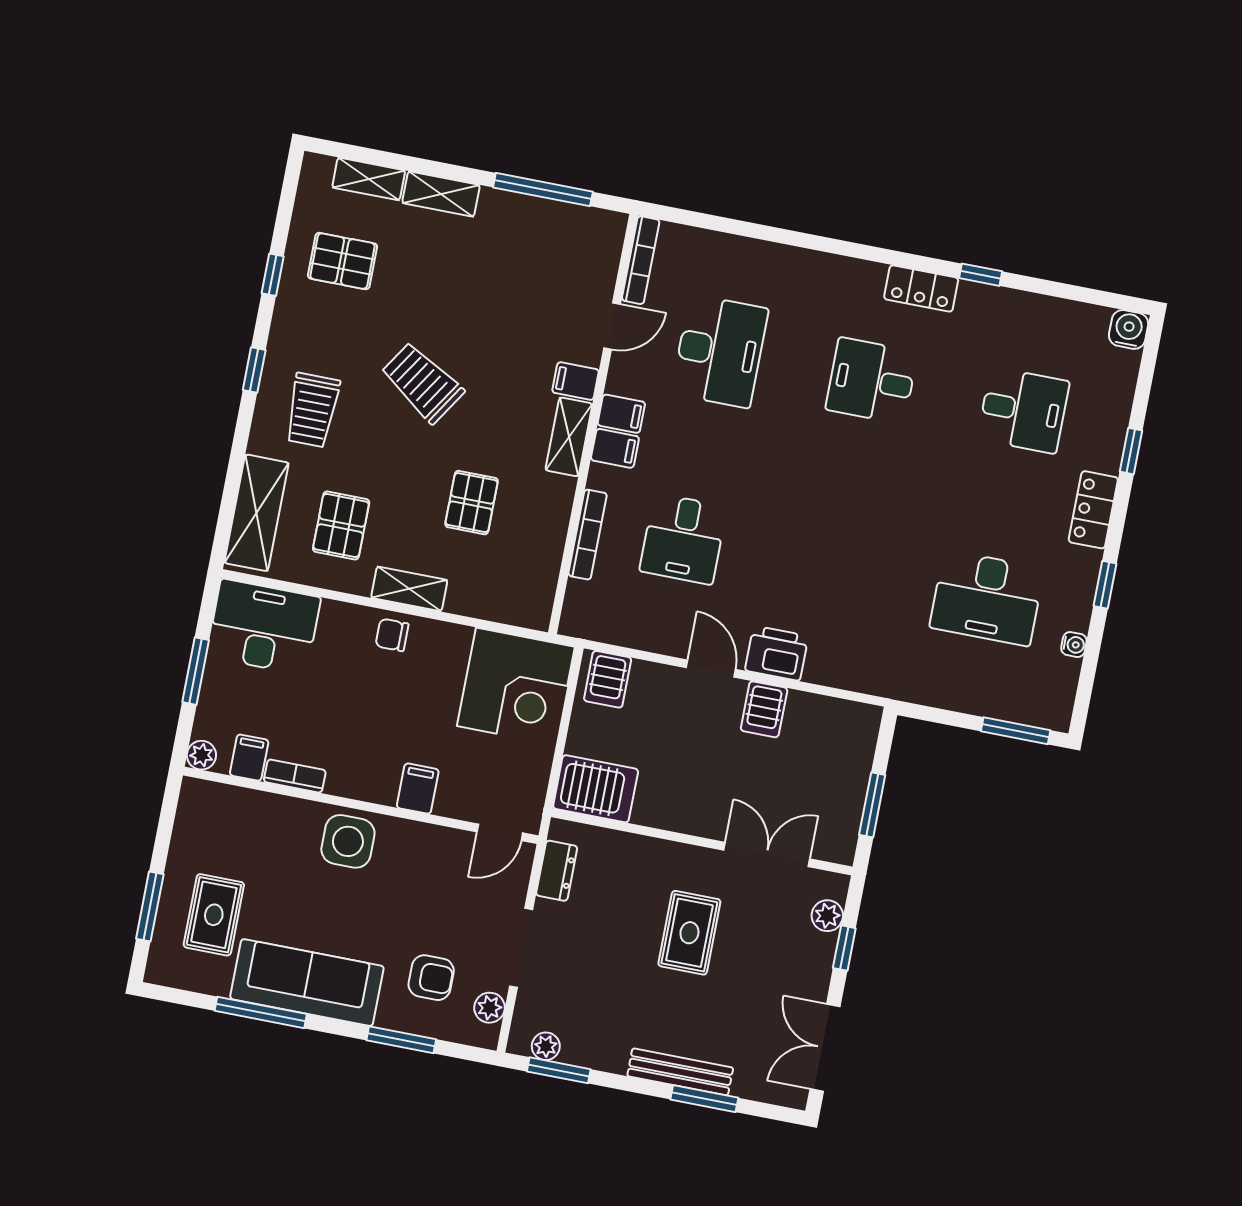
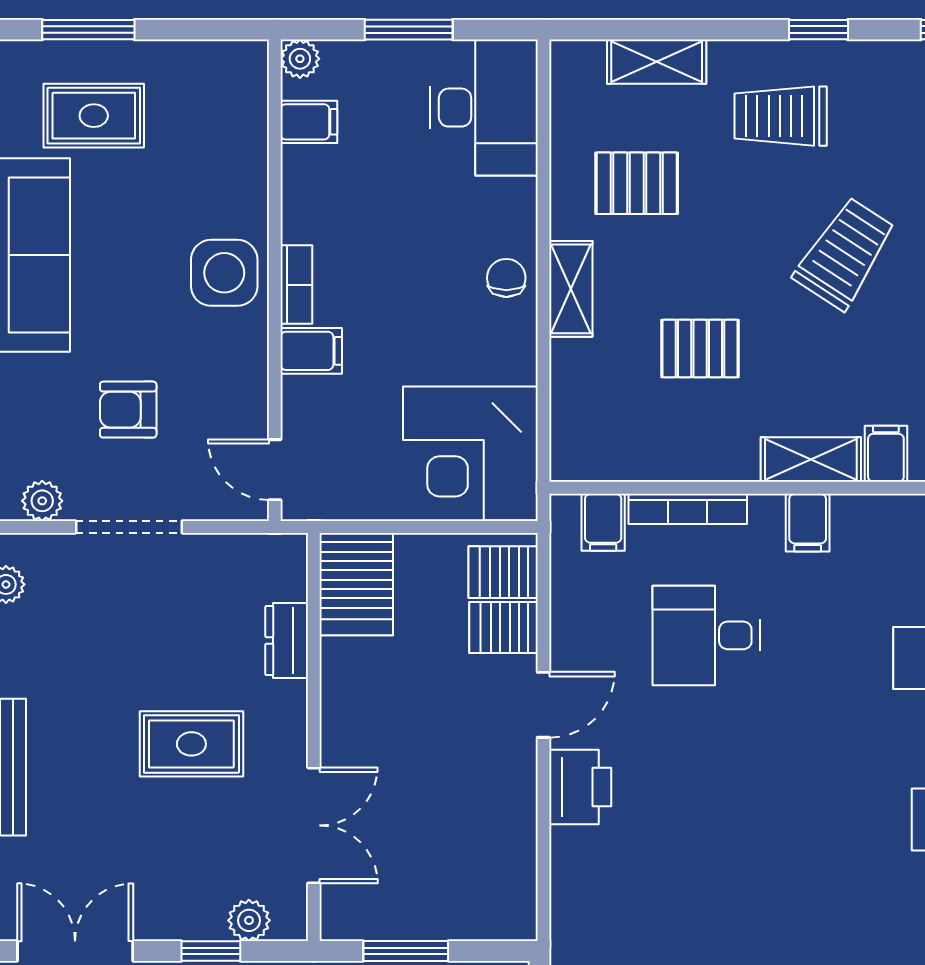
filing cabinet: (621, 414) -> (603, 522), moved
shelving: (256, 513) -> (657, 62), width x0.67, depth x0.75
server rack: (764, 709) -> (503, 628), moved
bookcase: (295, 776) -> (296, 285), moved
dresser: (557, 871) -> (287, 640), moved, turned 90
armchair: (431, 978) -> (128, 410), moved, turned 90

